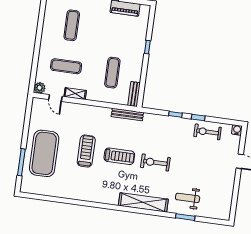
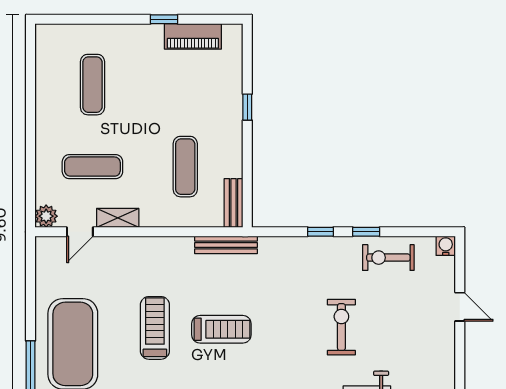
door: (55, 98) -> (80, 232), hinge flipped
exercise bike: (155, 162) -> (341, 327), moved, turned 90

